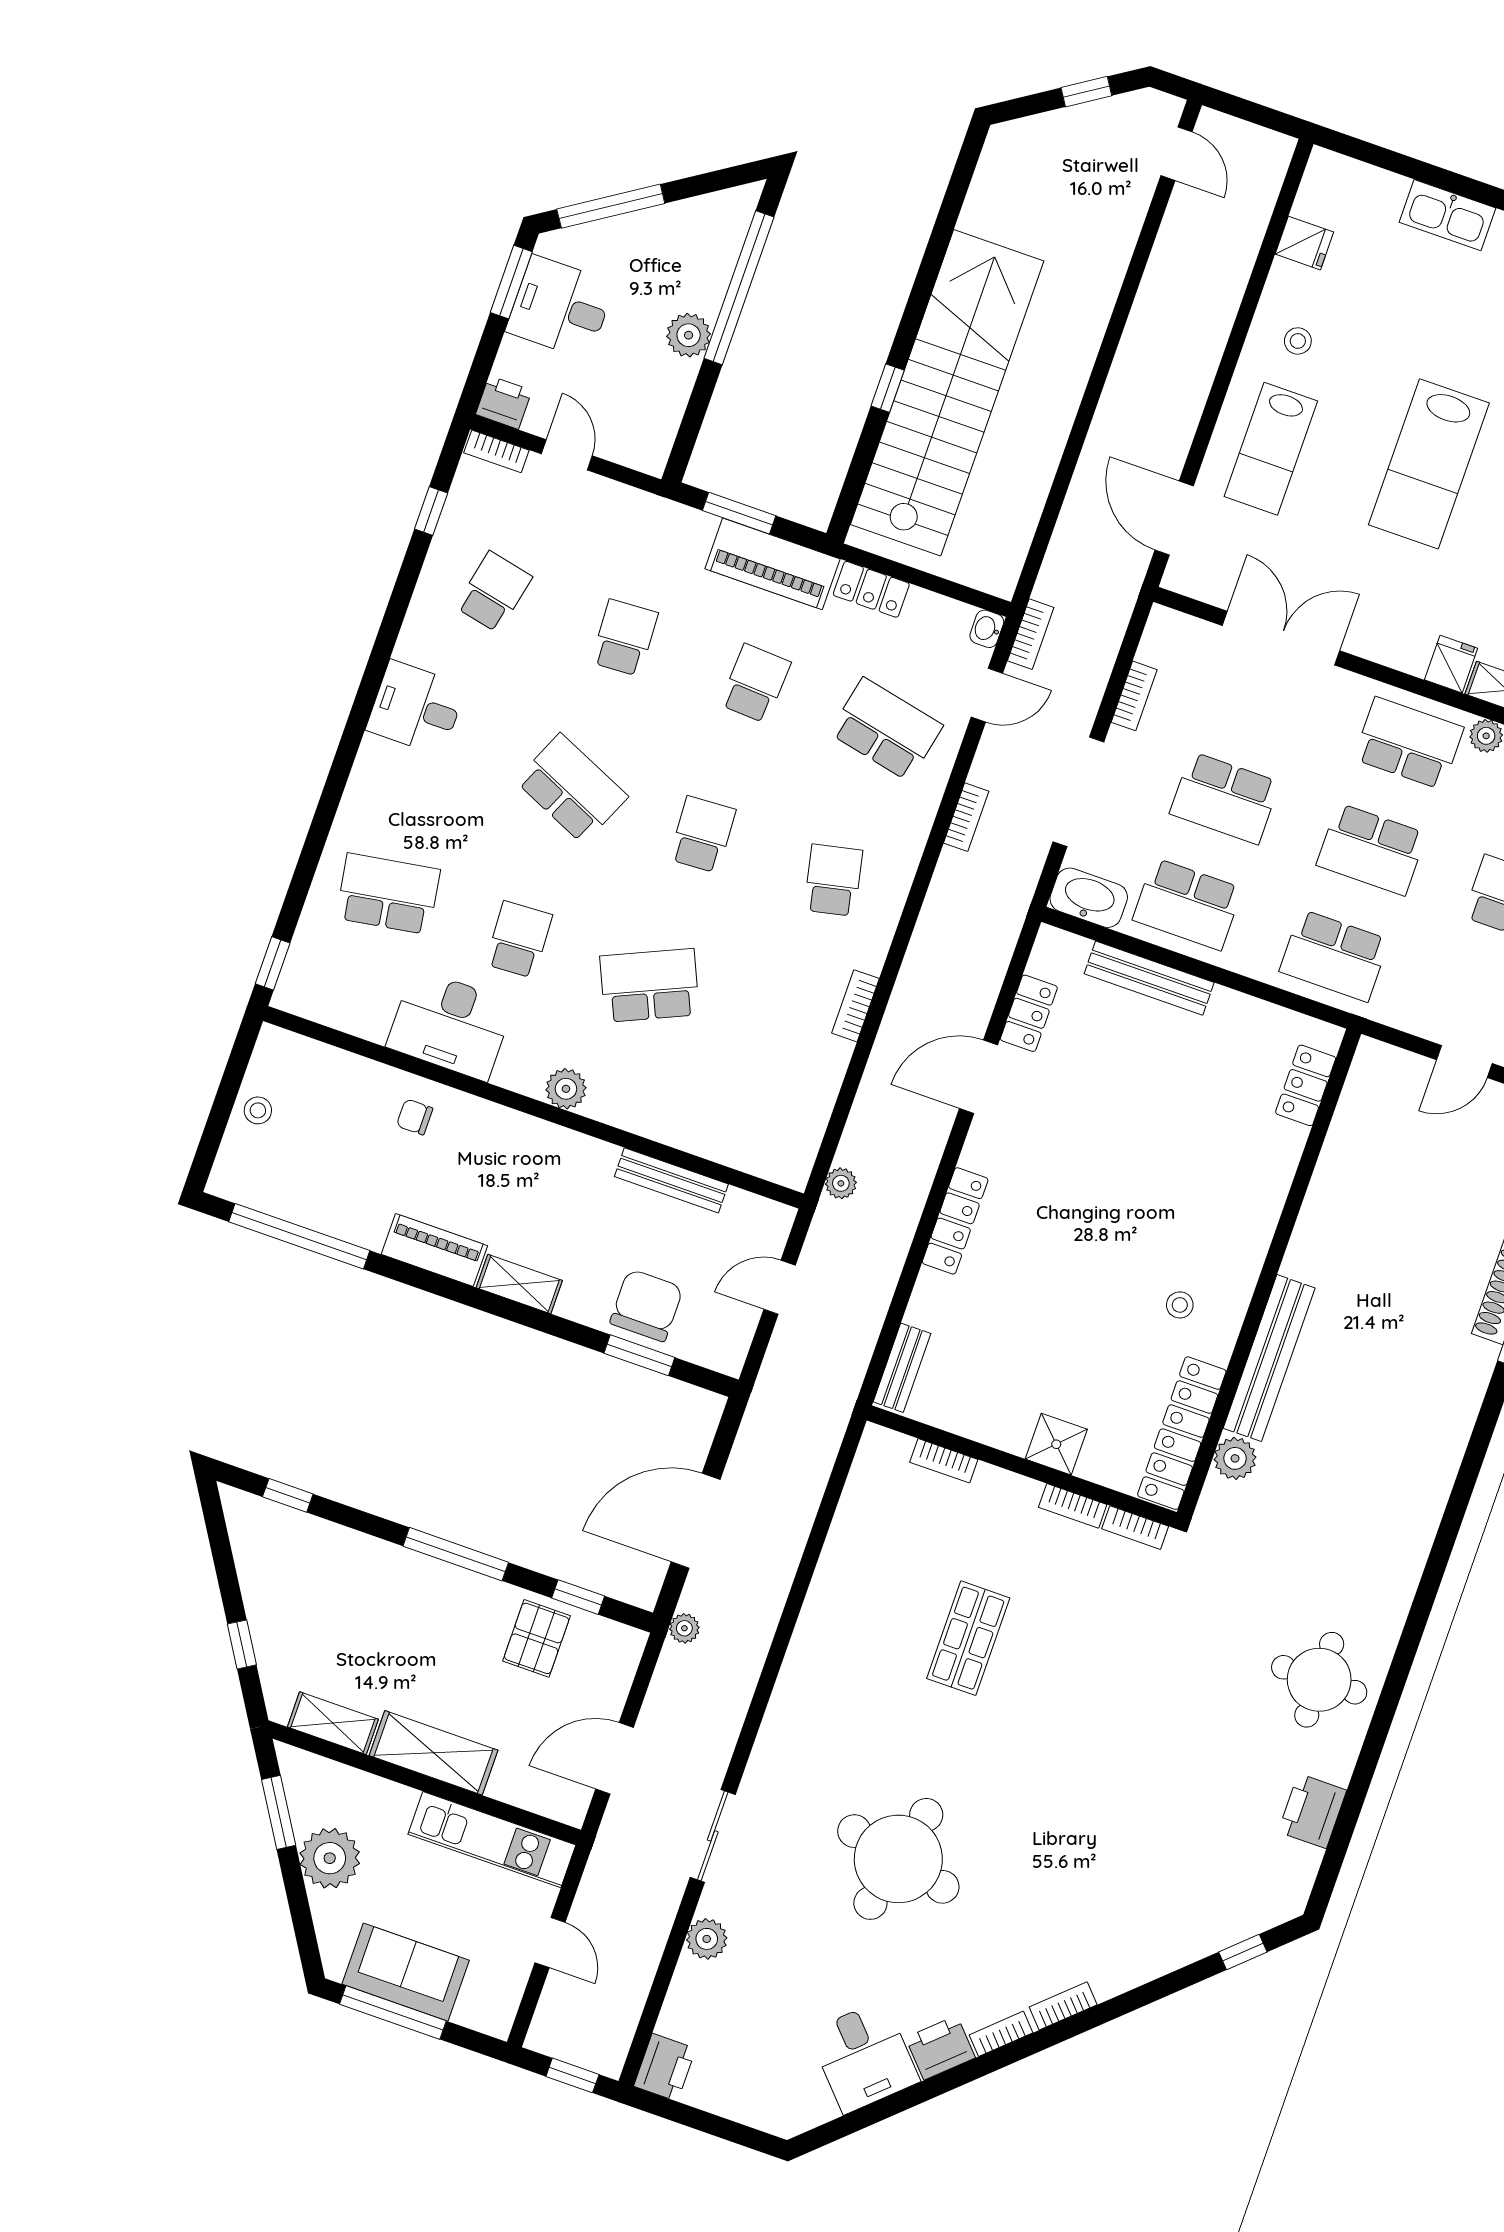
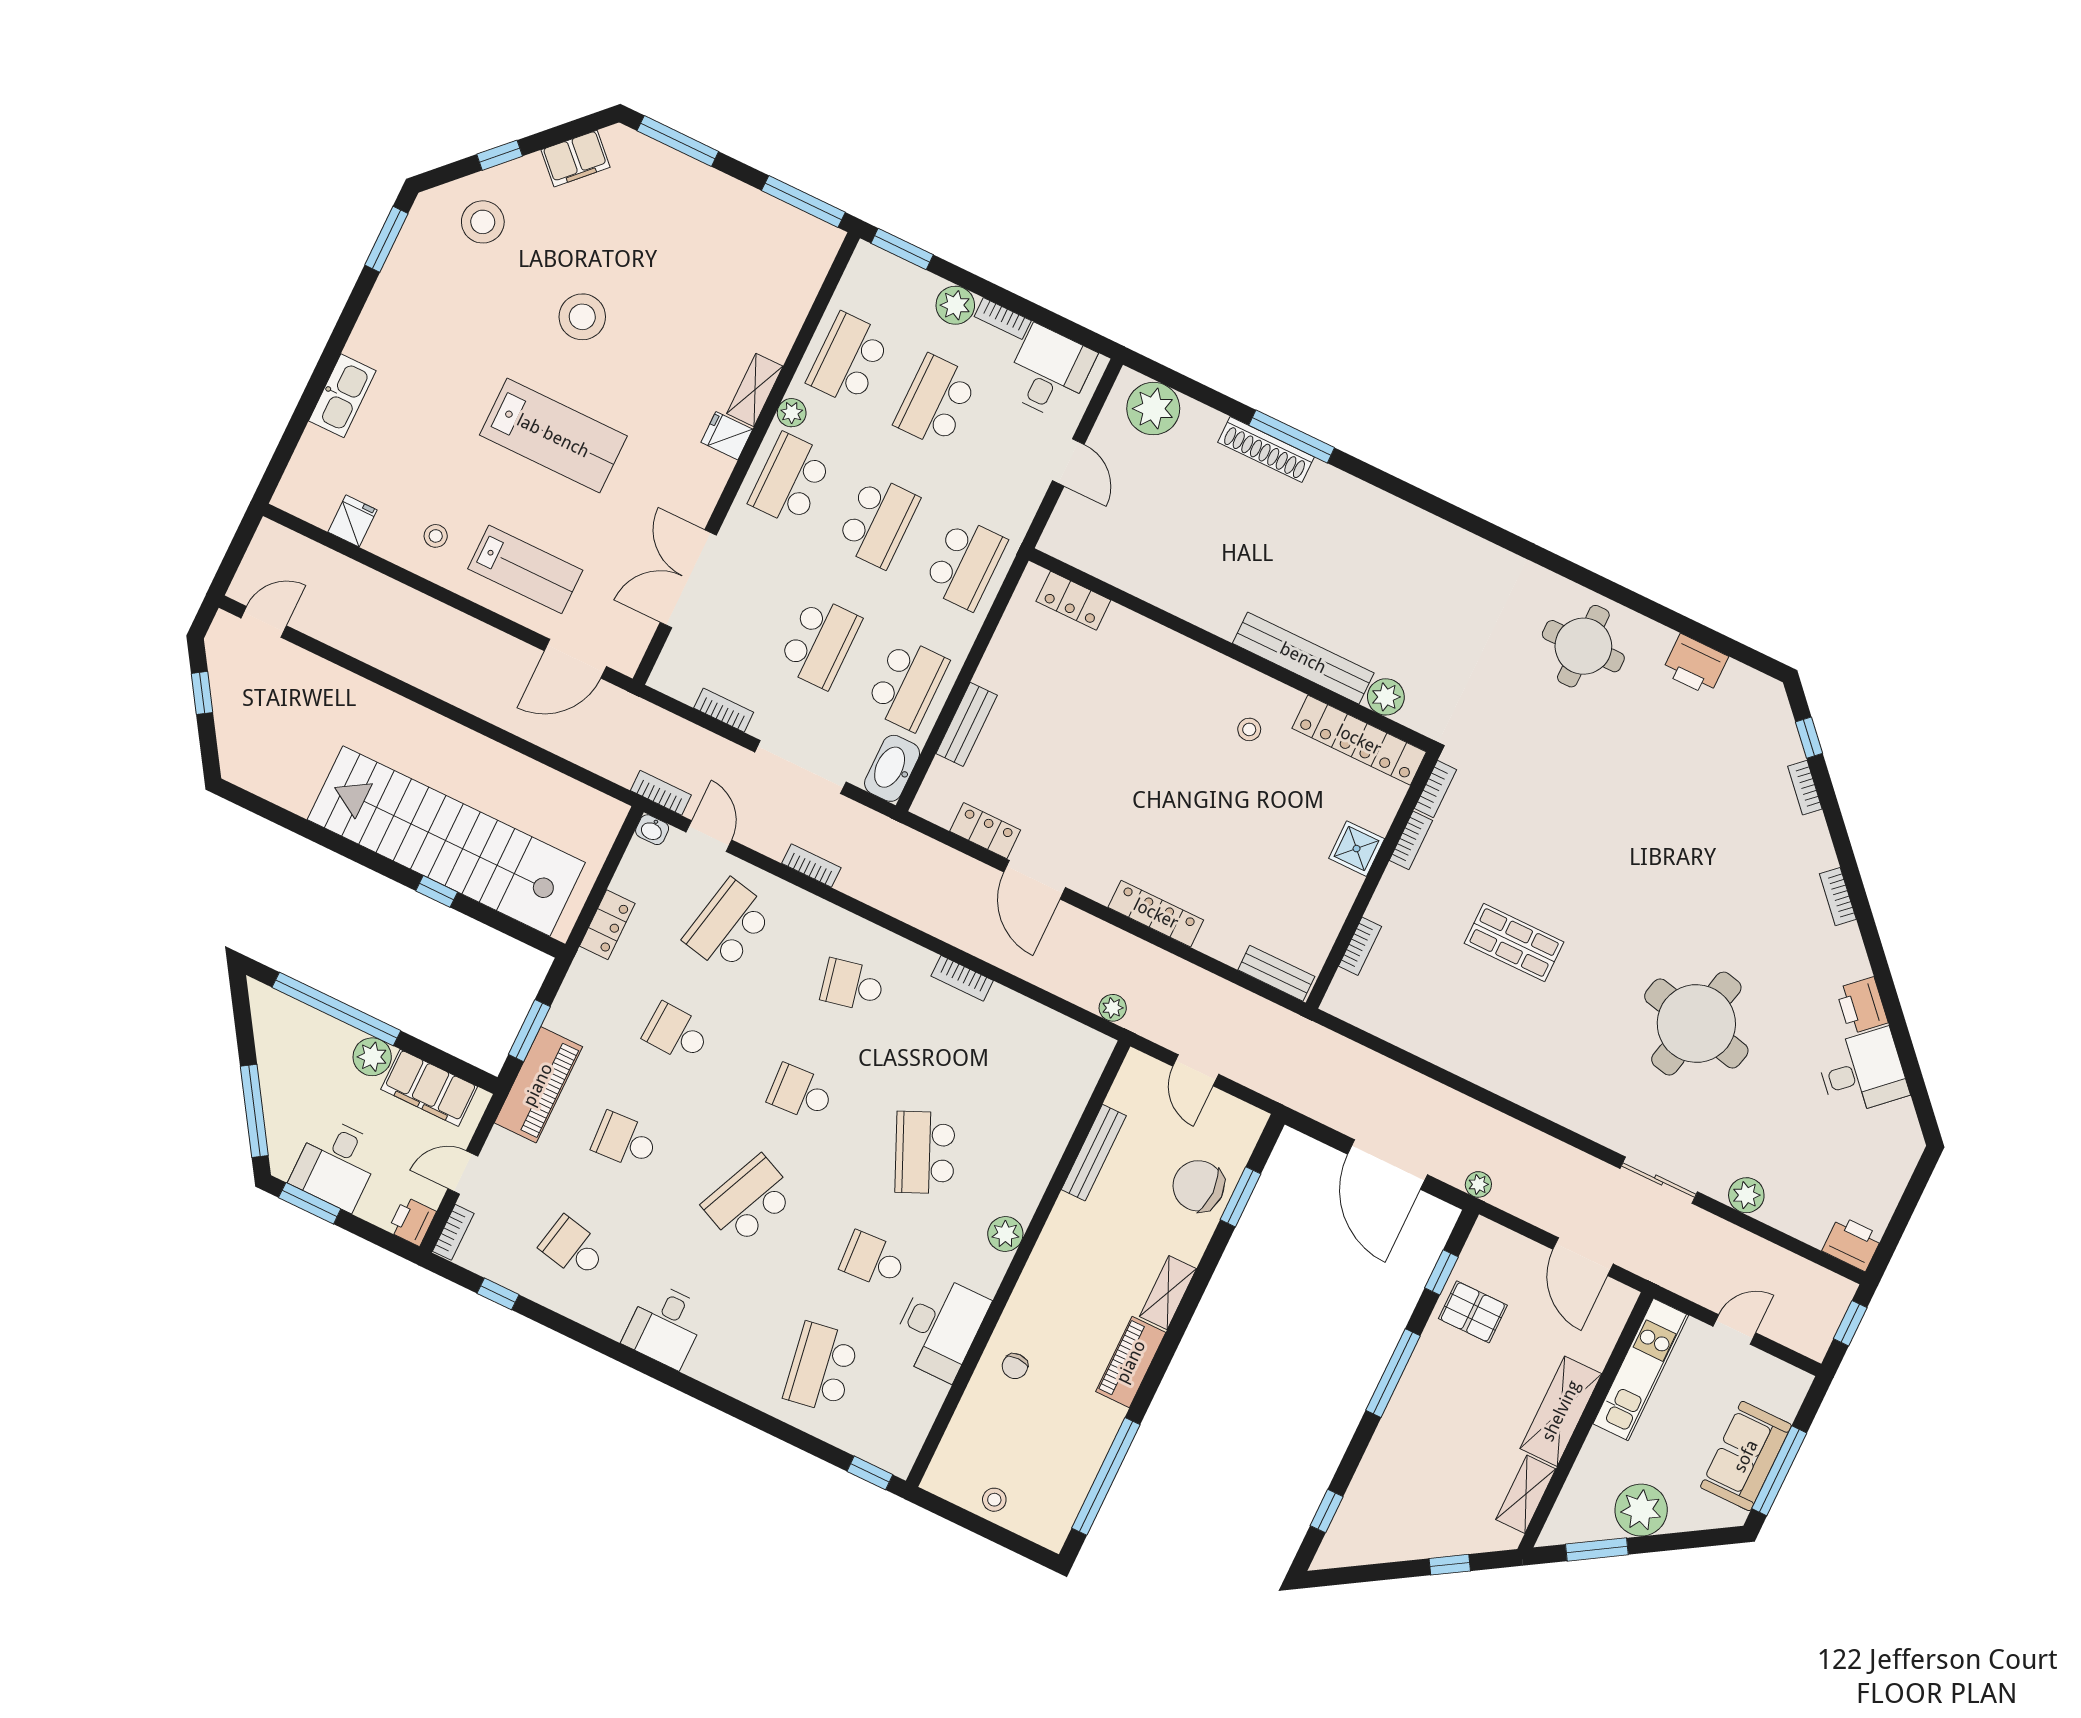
filing cabinet: (660, 405) -> (429, 1088), added
piano: (772, 564) -> (538, 1085), moved
bench: (1149, 978) -> (967, 724), width x0.73
bookcase: (1001, 2034) -> (1805, 788), moved

